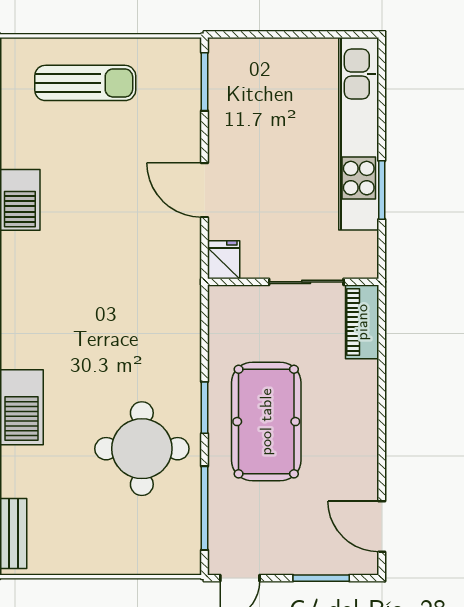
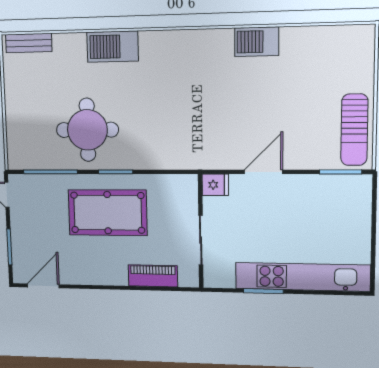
sun lounger: (85, 83) -> (354, 130), moved
piano: (362, 322) -> (153, 276), moved

